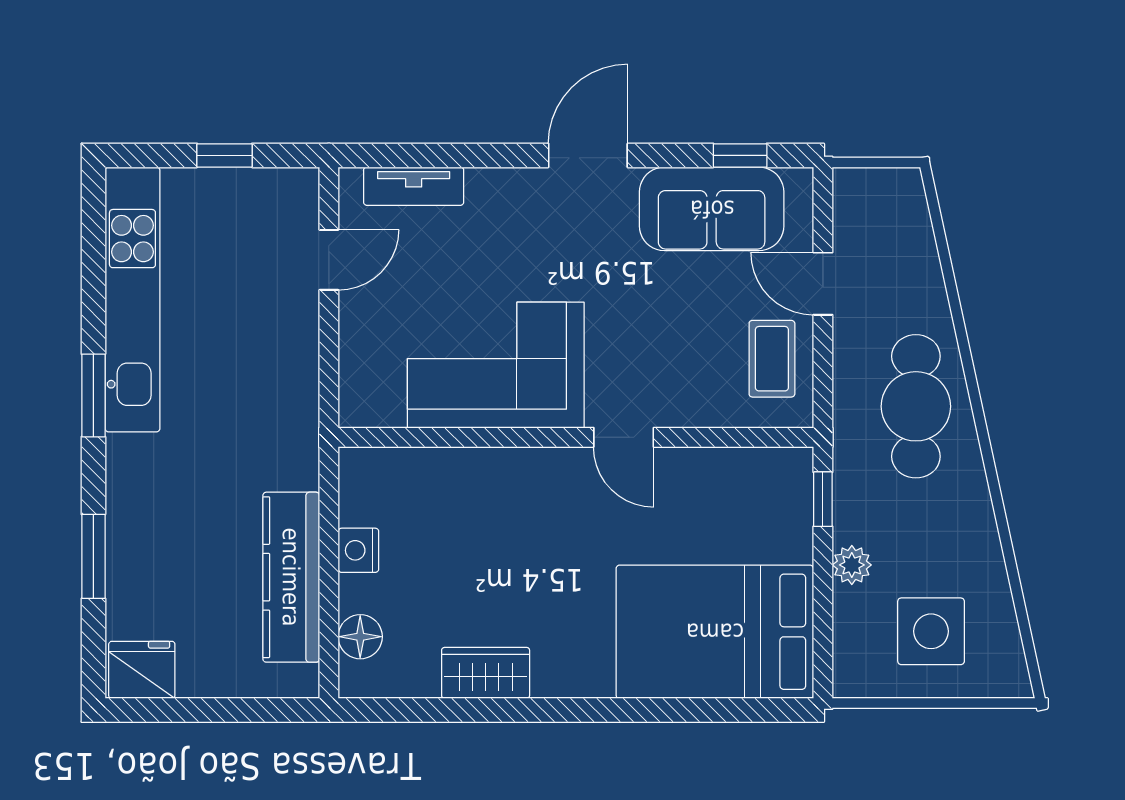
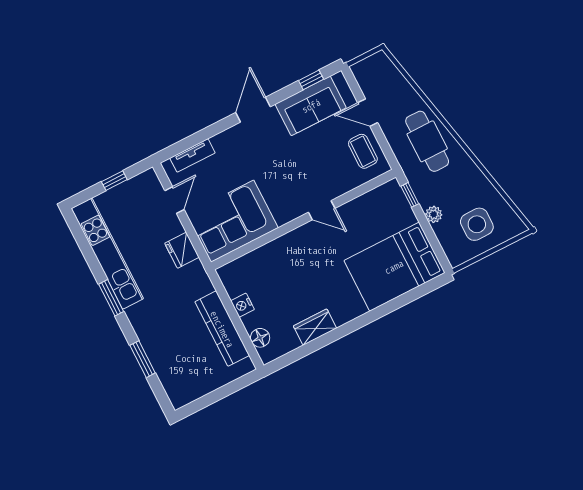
corner sofa: (496, 365) -> (232, 221), moved
fridge: (142, 670) -> (182, 250), moved, turned -90

